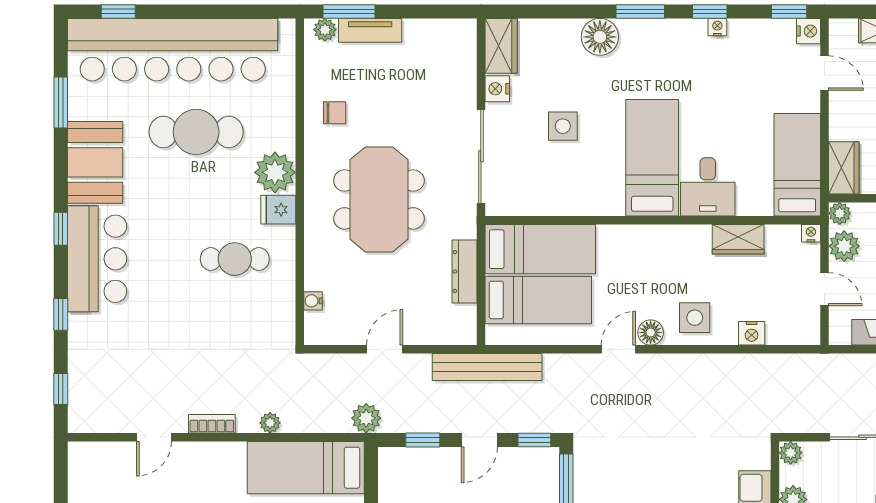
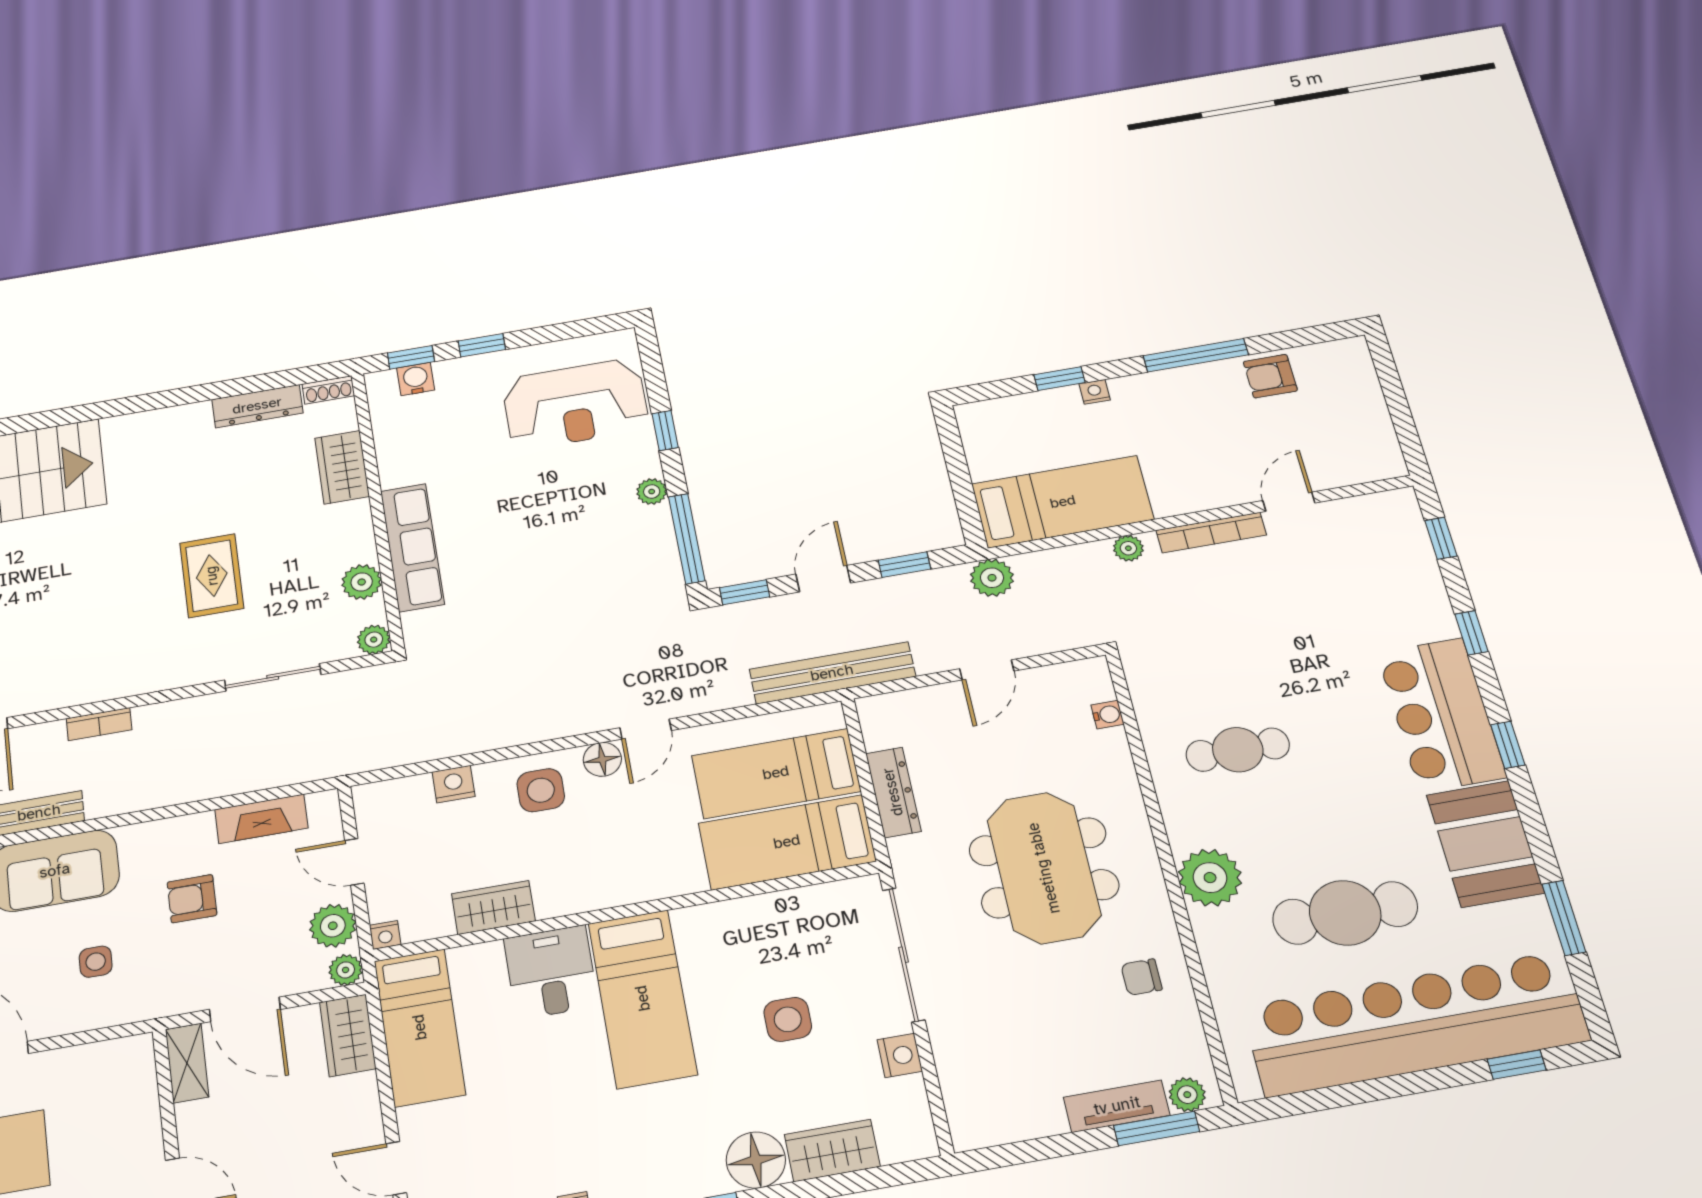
wardrobe: (501, 46) -> (832, 1150), moved, turned 90
fridge: (278, 210) -> (1191, 827), removed
bookcase: (212, 424) -> (1211, 533), width x1.56

